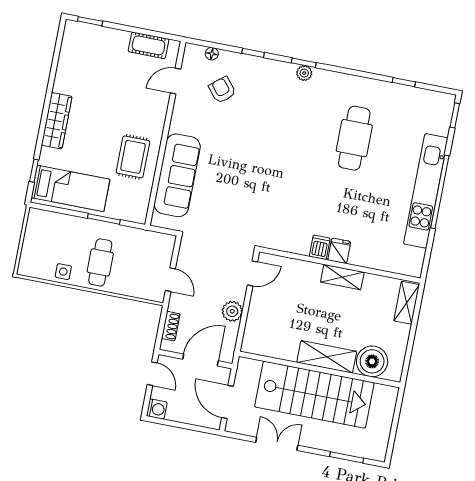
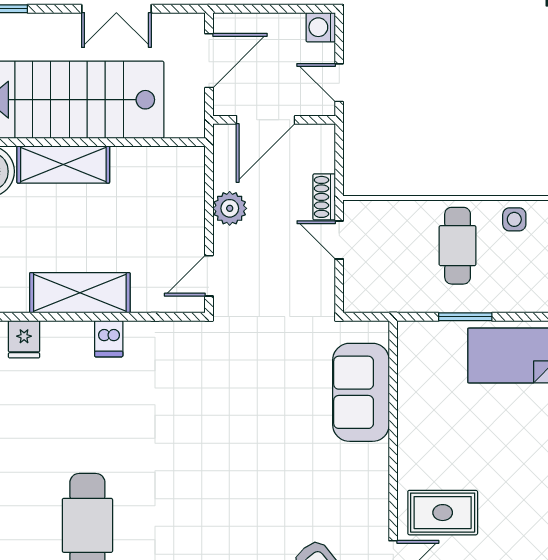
rug: (133, 157) -> (443, 513), moved, turned 90
sofa: (177, 175) -> (361, 392), width x0.73
fridge: (339, 251) -> (24, 339), moved
shelving: (342, 277) -> (80, 293), width x1.50, depth x1.33
shoe rack: (171, 326) -> (324, 197), moved
door: (227, 402) -> (209, 61), hinge flipped

